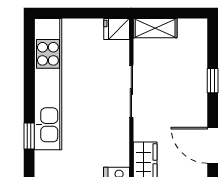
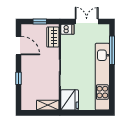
fridge: (117, 29) -> (70, 100), width x1.88, depth x1.34
window: (29, 136) -> (112, 50), width x2.17

